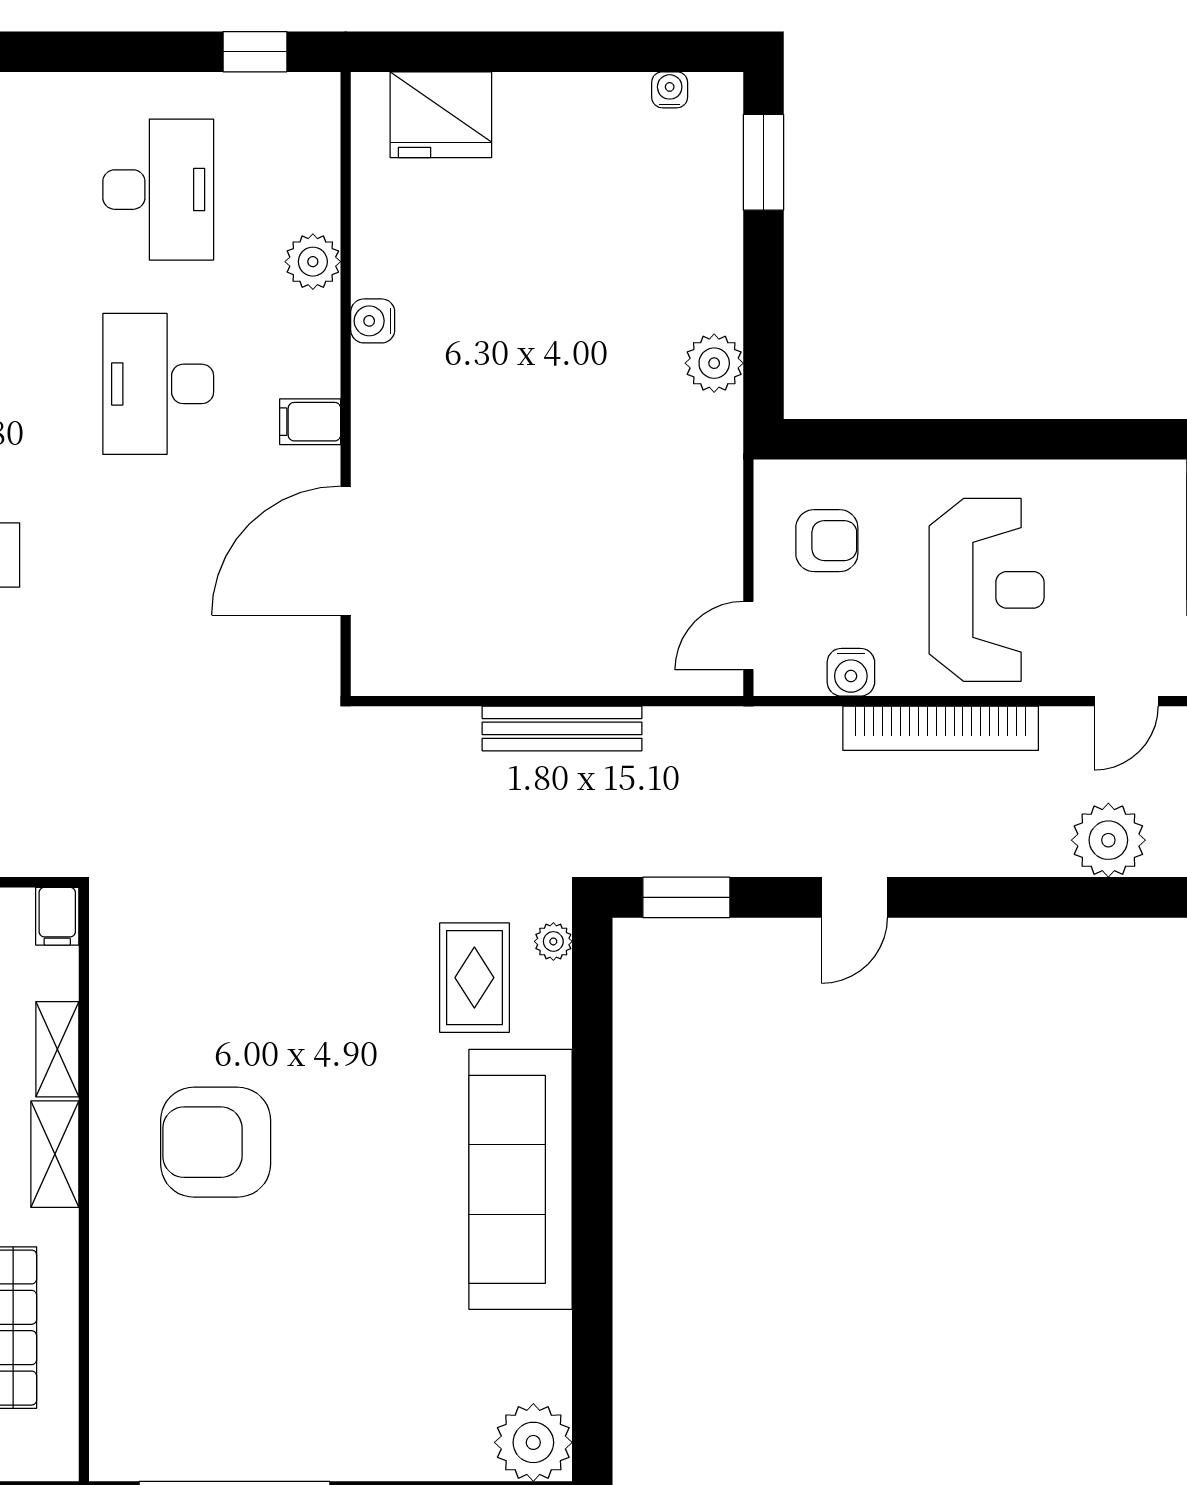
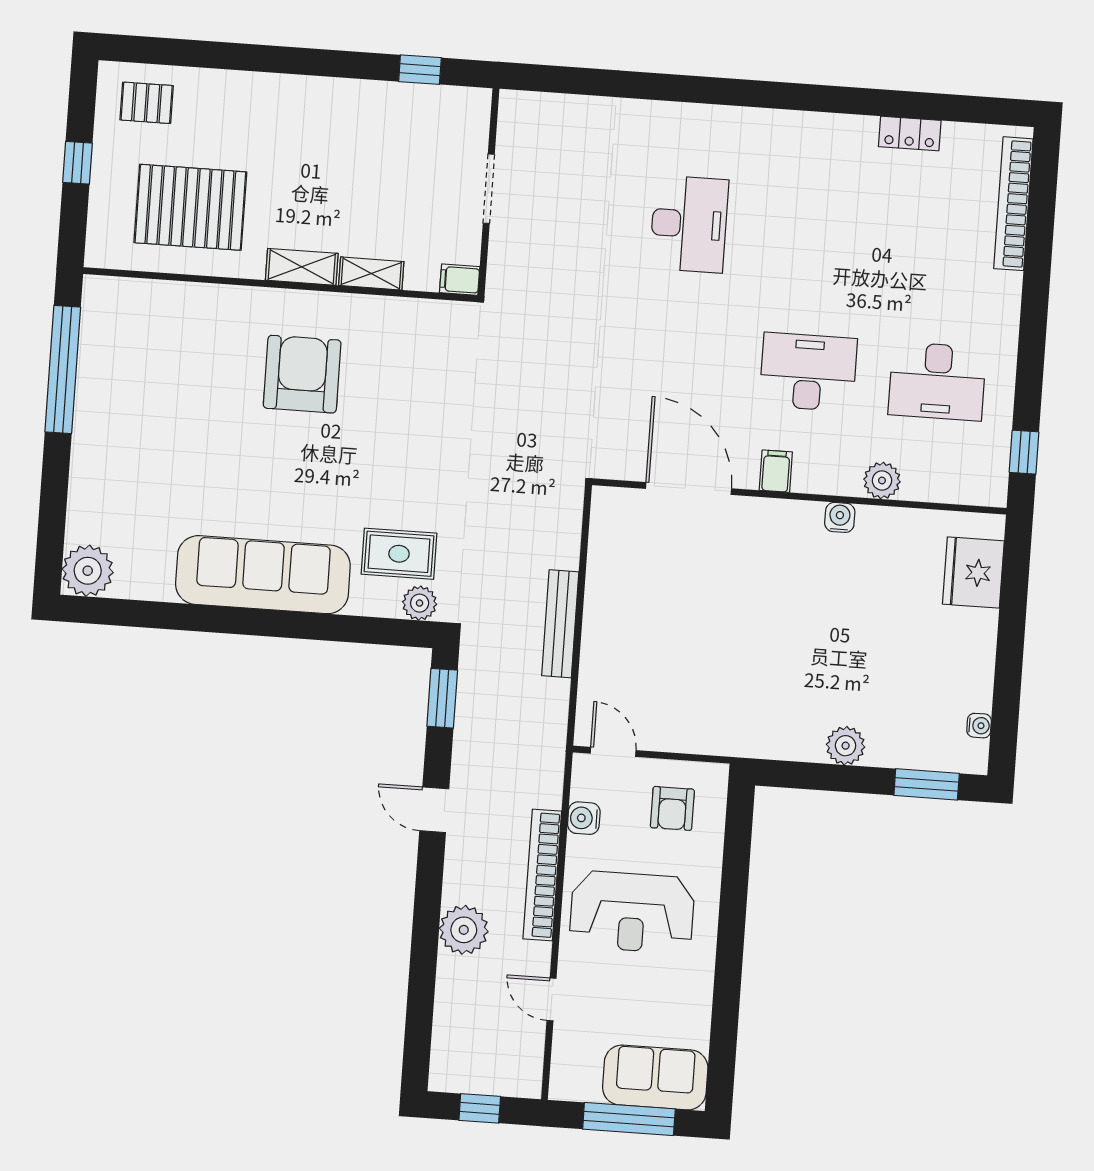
plant: (714, 363) -> (846, 746), moved
plant: (1108, 840) -> (464, 930), moved
plant: (553, 941) -> (420, 603), width x1.38, depth x1.38

